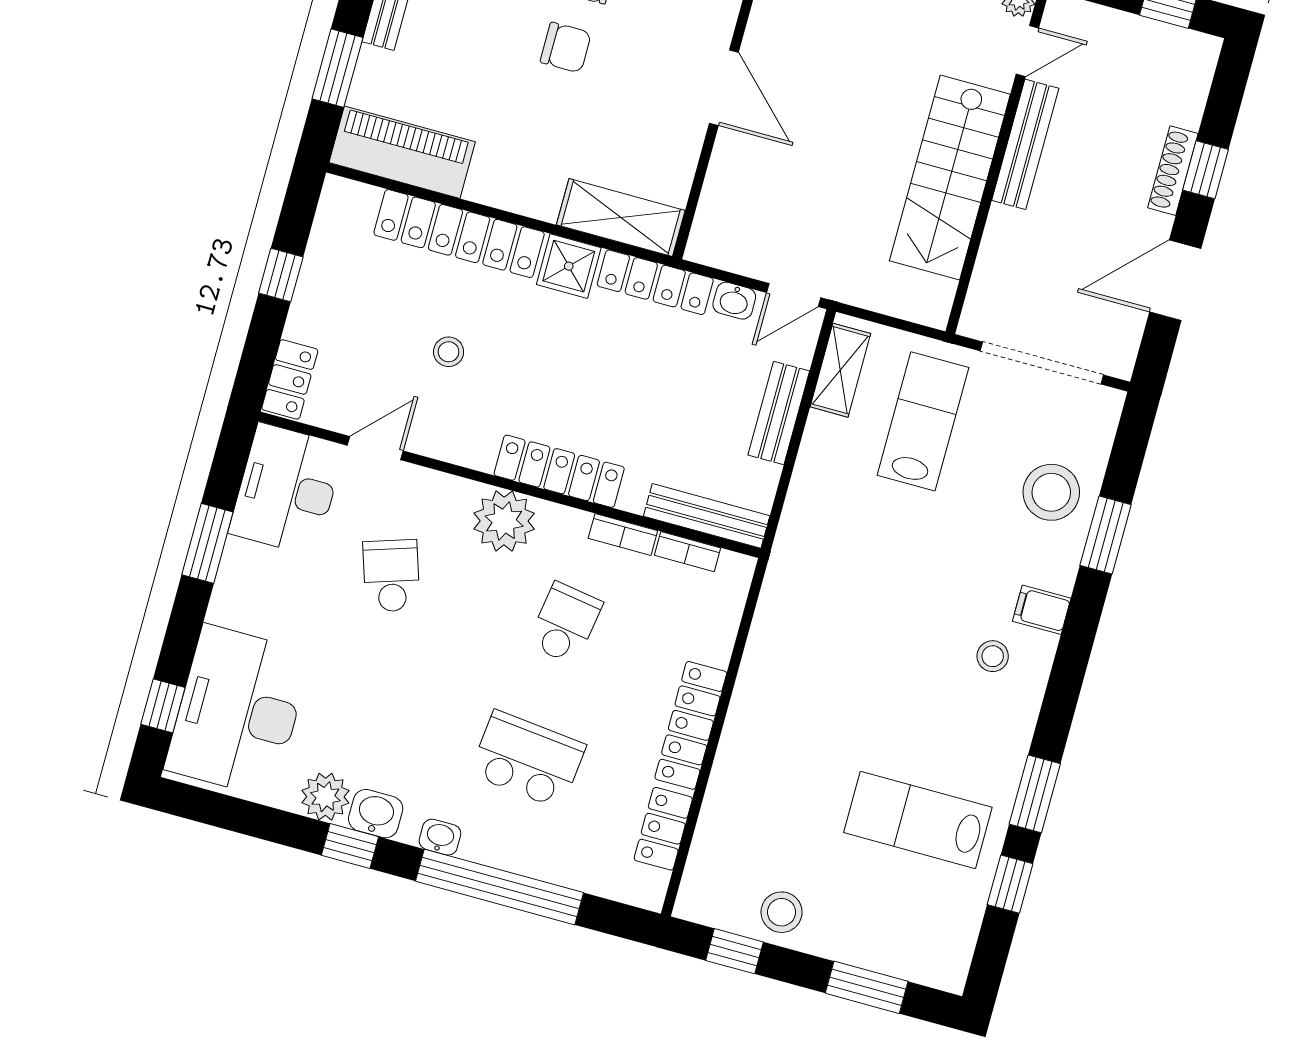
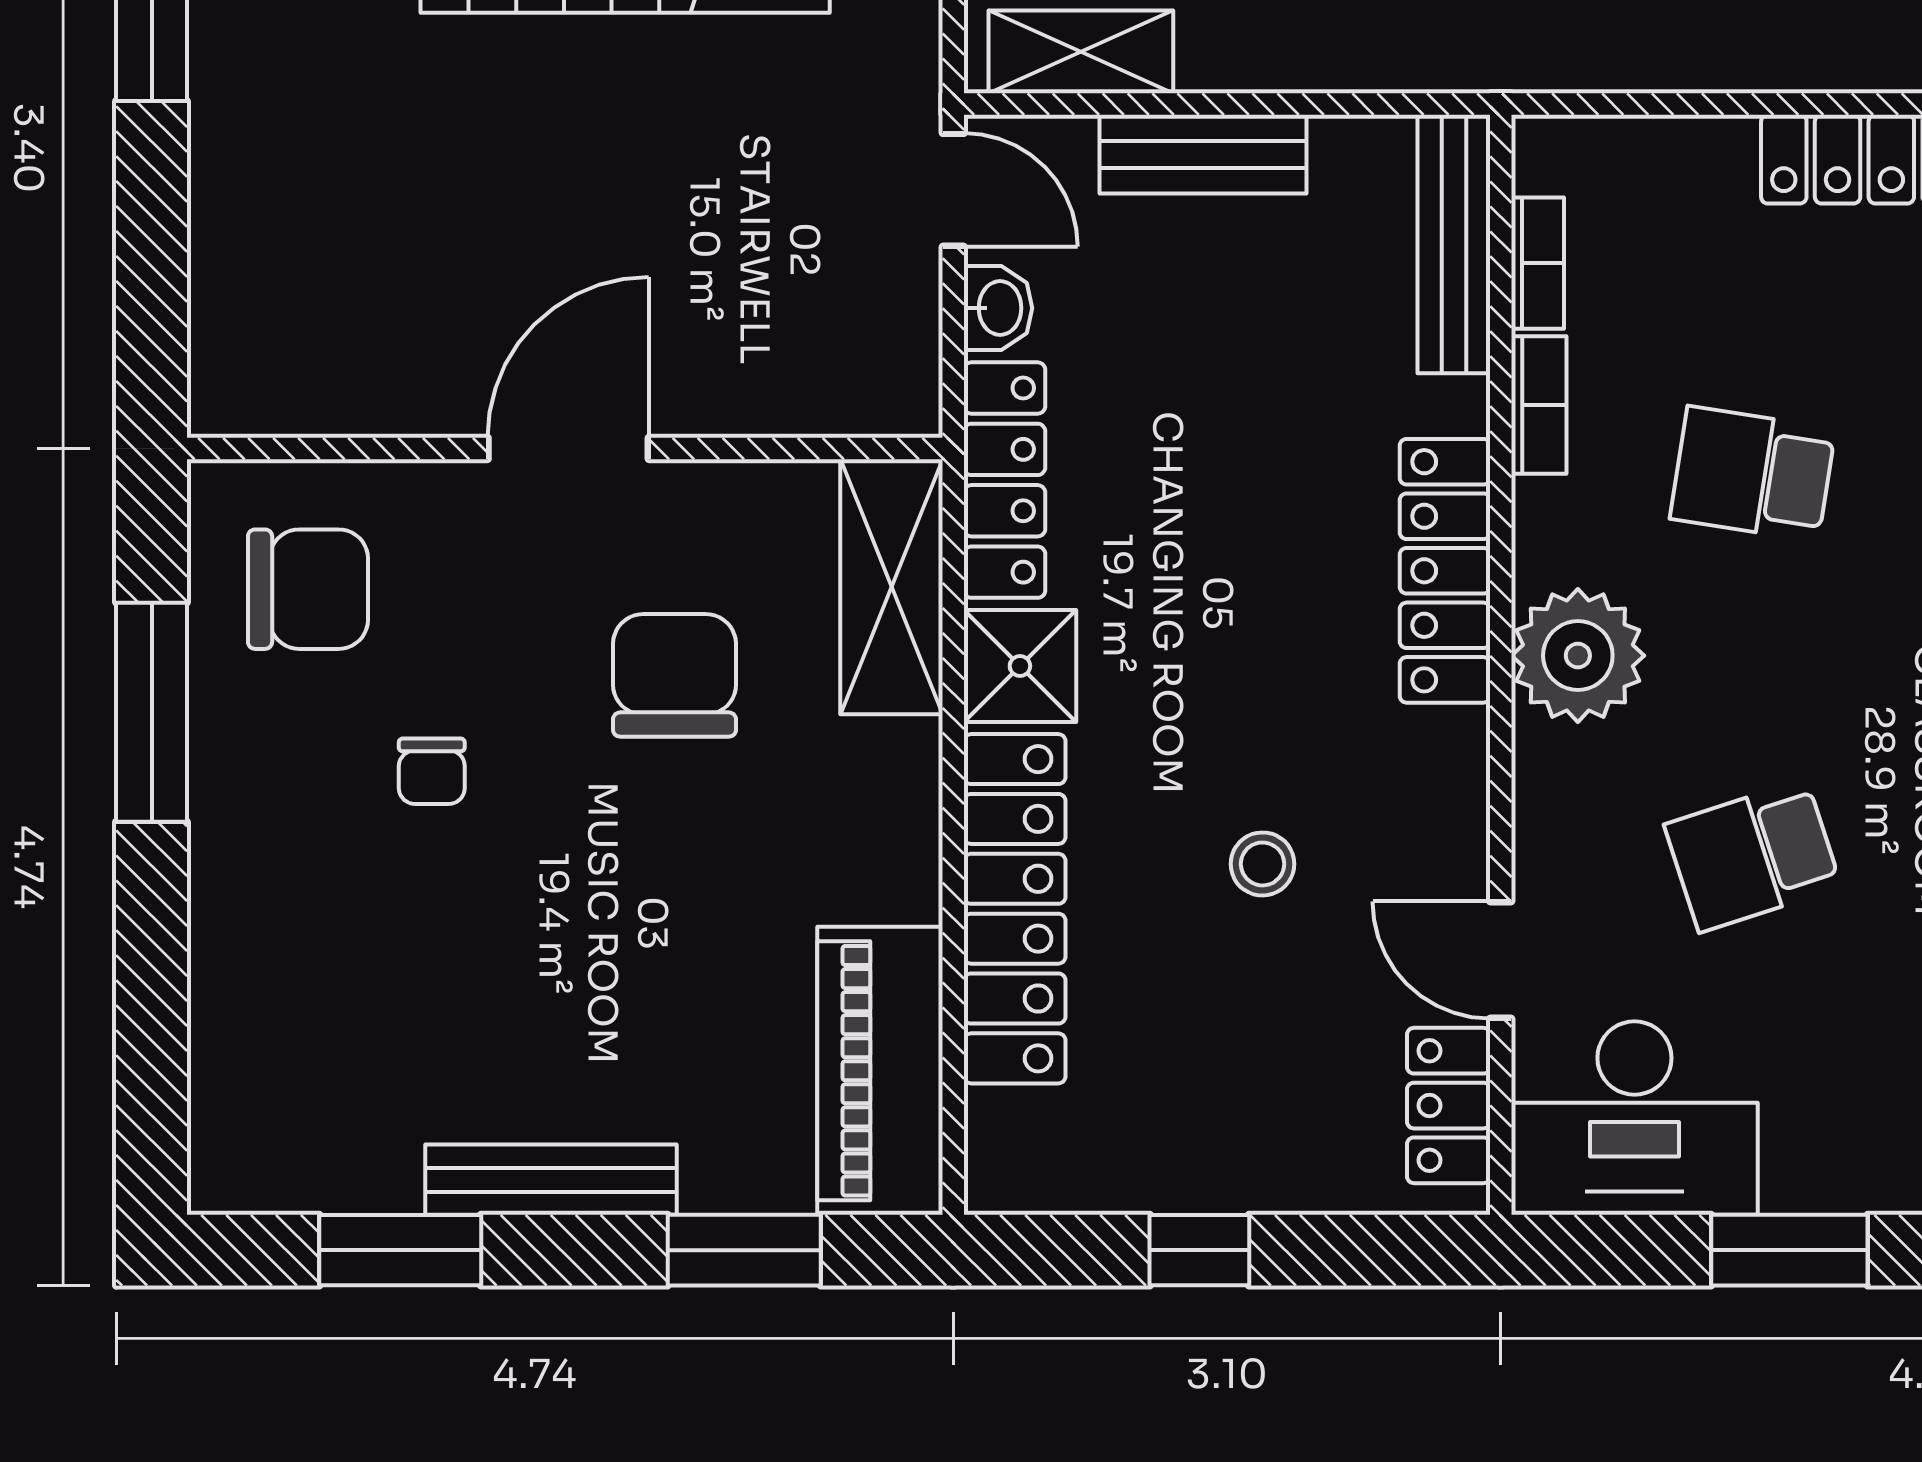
chair: (566, 48) -> (675, 675), moved, width x1.37, depth x1.37
locker: (290, 379) -> (1449, 1106), moved, turned -90

